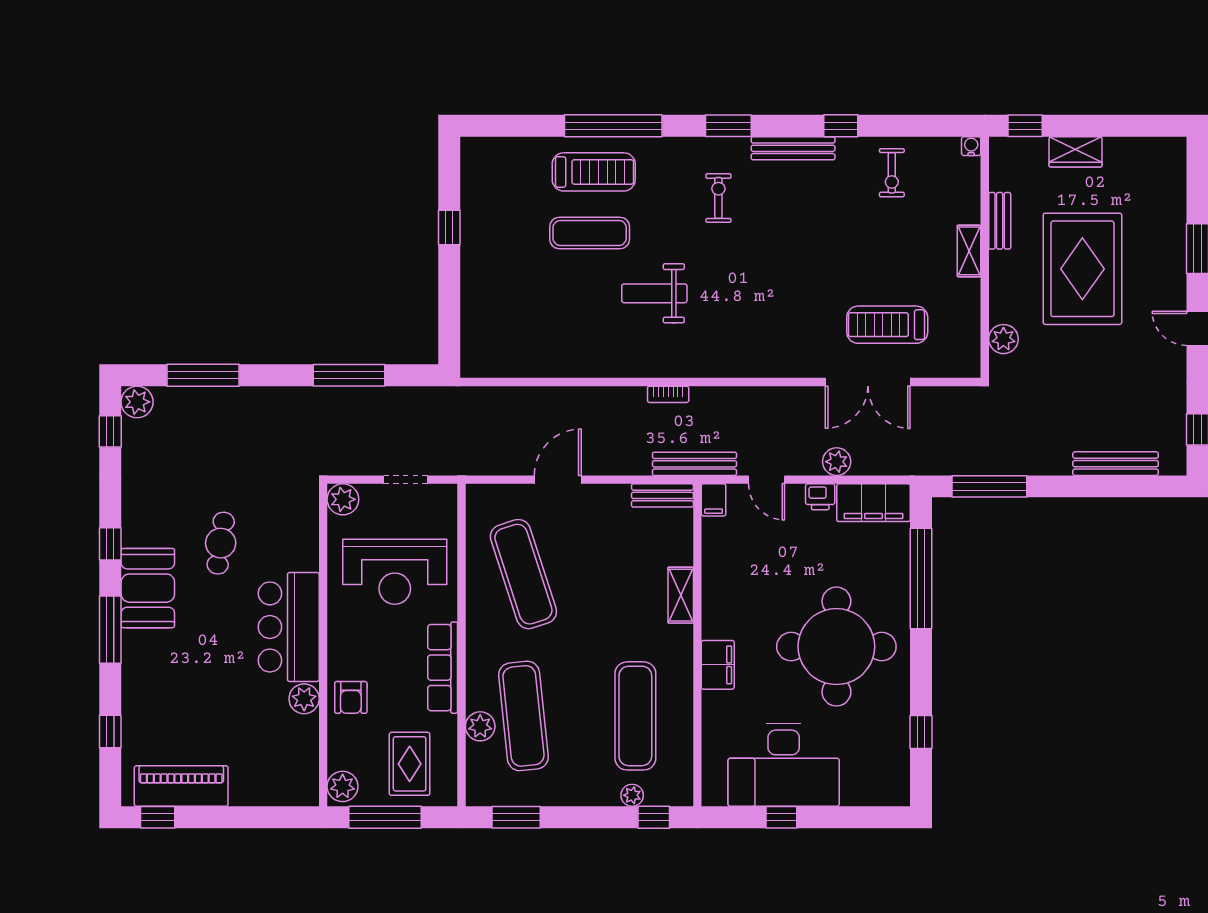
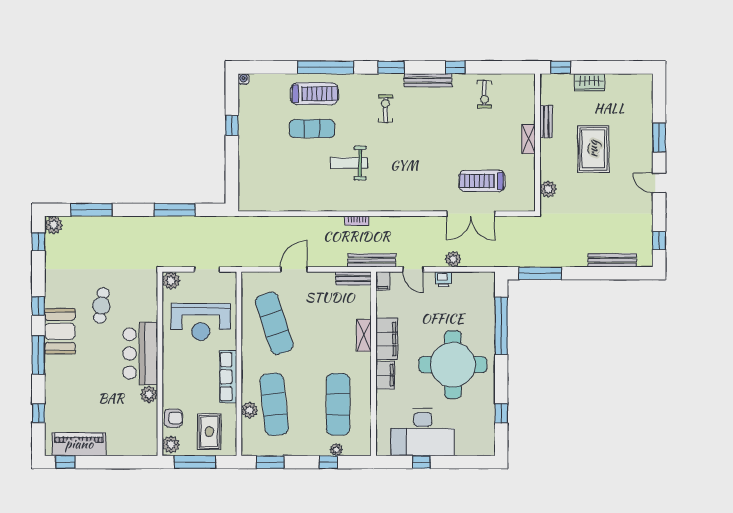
water cooler: (971, 146) -> (244, 79), moved
rug: (1082, 269) -> (593, 149), width x0.73, depth x0.69
filing cabinet: (873, 503) -> (387, 339), moved, turned -90
armchair: (351, 697) -> (173, 418), moved, turned -90
window: (654, 817) -> (329, 462), moved

